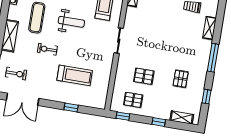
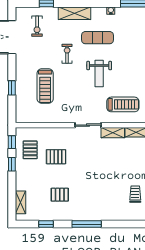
shelving: (209, 28) -> (113, 133), moved
pallet: (144, 76) -> (56, 157), turned 90
window: (159, 122) -> (12, 164), moved

